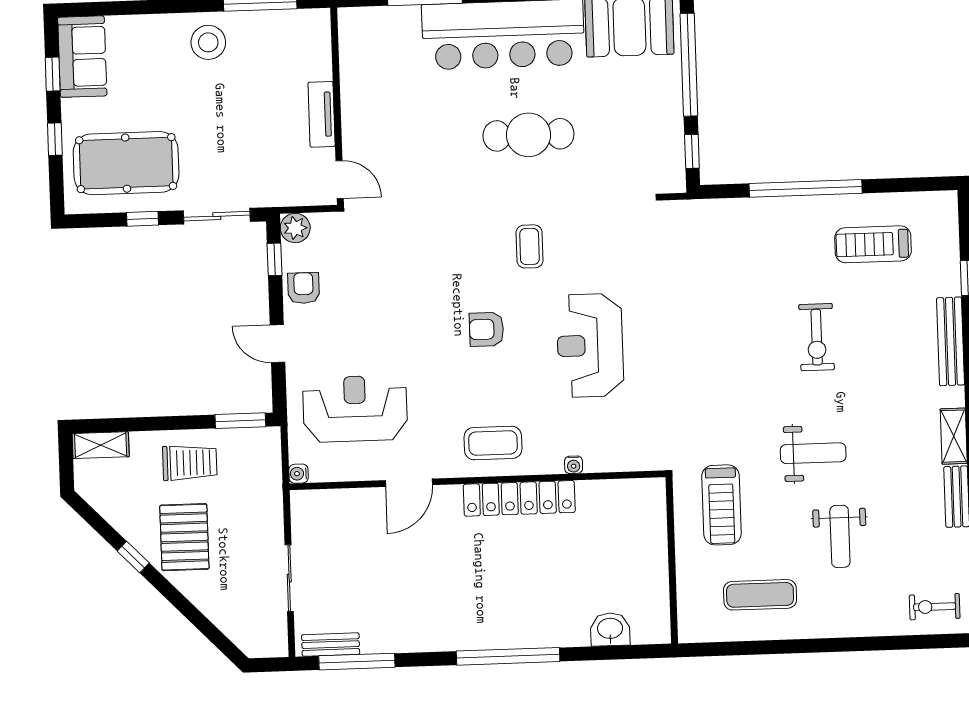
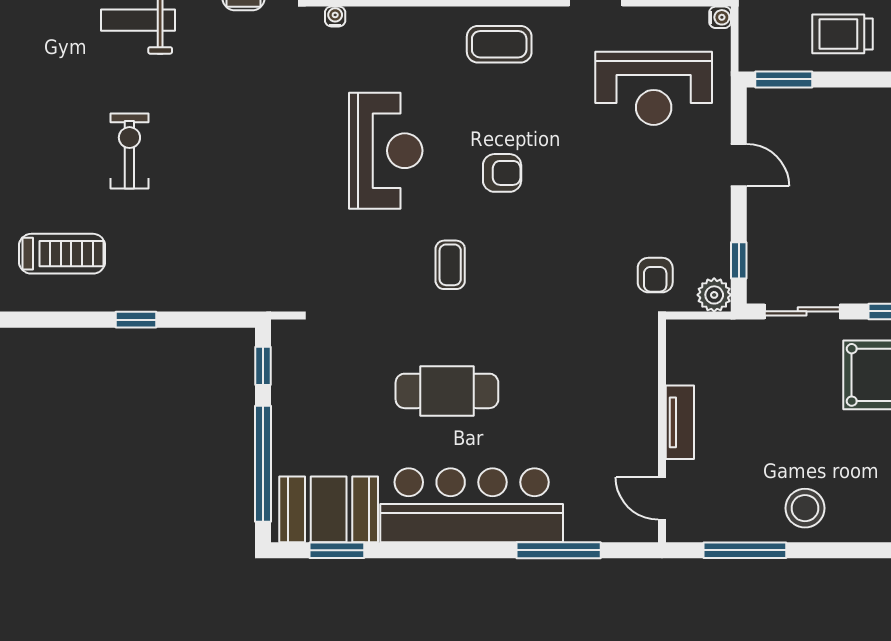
door: (340, 180) -> (662, 498), moved
window: (806, 188) -> (136, 320), width x0.32
armchair: (304, 288) -> (655, 275), moved
water cooler: (574, 465) -> (335, 16), moved

